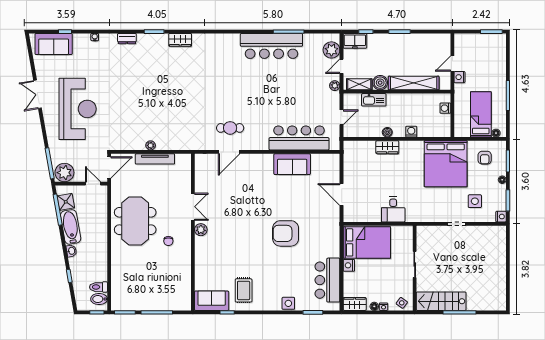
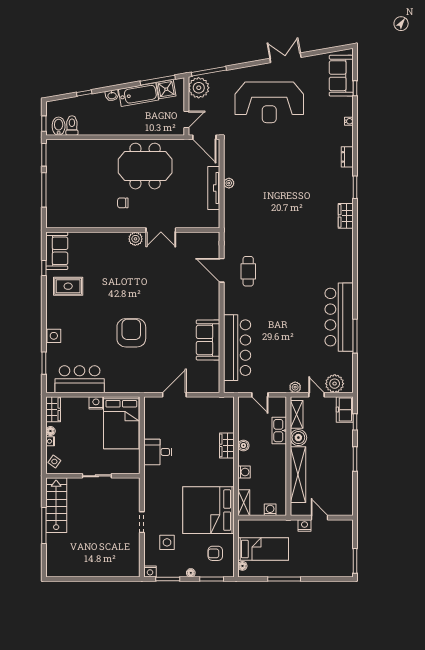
shelving: (439, 132) -> (244, 503), added

